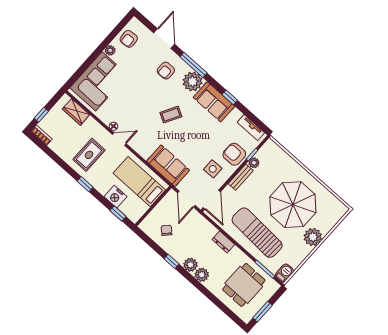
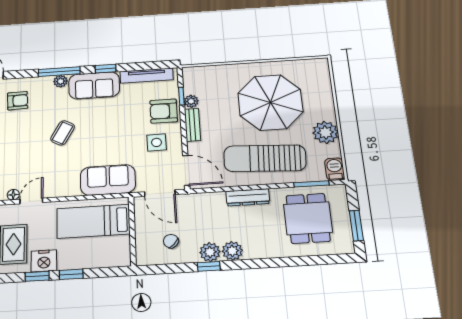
window: (193, 65) -> (59, 72), moved
armchair: (166, 71) -> (18, 101), turned -92
plant: (193, 82) -> (61, 81), width x0.53, depth x0.53
tv unit: (251, 128) -> (147, 76), width x1.41
nightstand: (116, 197) -> (44, 261), moved
window: (118, 214) -> (71, 274), moved
plant: (313, 237) -> (325, 132), moved
dresser: (223, 242) -> (248, 197), width x1.44
plant: (202, 275) -> (210, 252), moved

